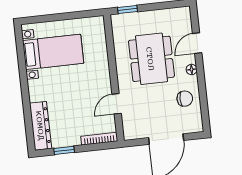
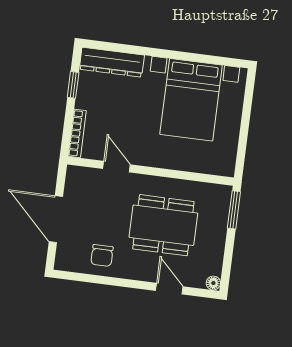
window: (128, 10) -> (234, 210), width x1.50
bed with nightstands: (53, 52) -> (191, 100), width x1.36
floor lamp: (192, 70) -> (213, 283), moved

